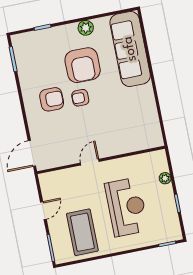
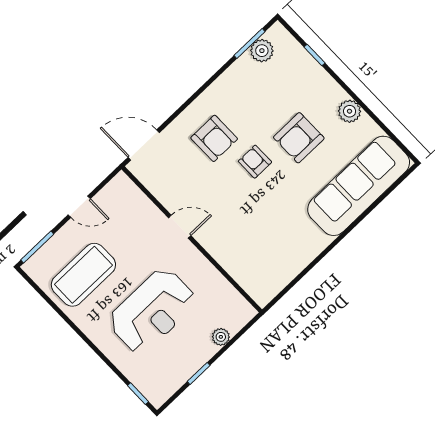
plant: (21, 55) -> (262, 51), added
armchair: (83, 65) -> (299, 138), width x0.73, depth x0.73
armchair: (52, 99) -> (214, 138), moved

